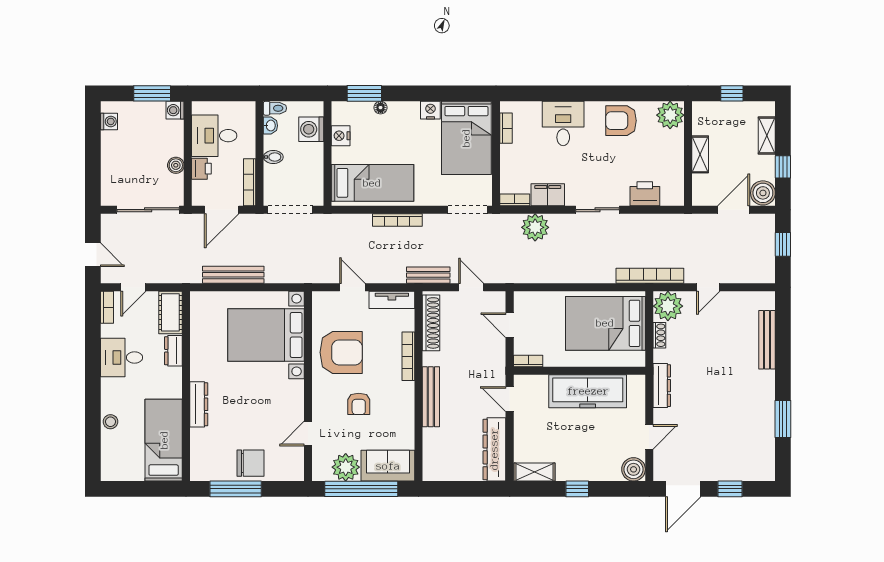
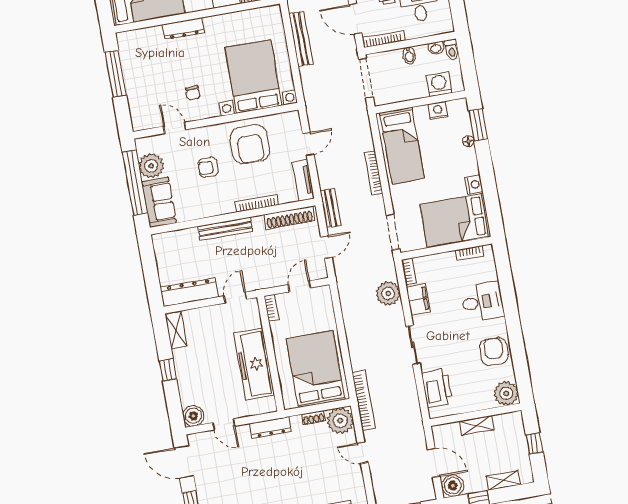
printer: (645, 194) -> (437, 388), width x1.37, depth x1.19
chair: (250, 463) -> (193, 93), moved, width x0.54, depth x0.54

